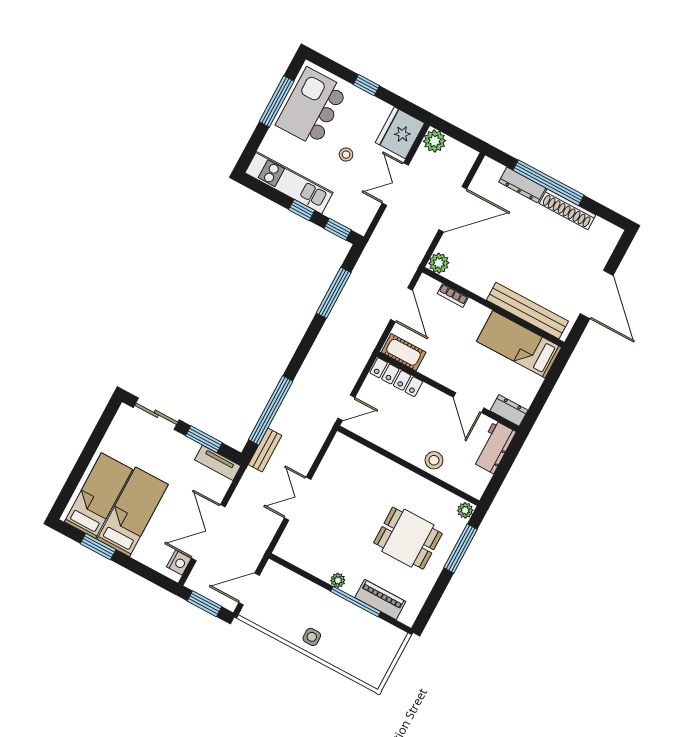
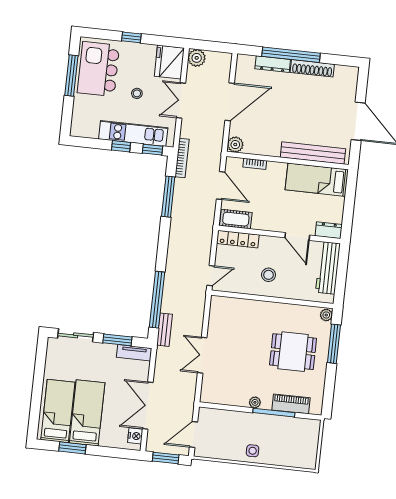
kitchen unit: (289, 183) -> (133, 133), moved
bookcase: (369, 253) -> (182, 158), added
workbench: (494, 447) -> (328, 268), width x1.37
stool: (434, 460) -> (269, 275), moved

